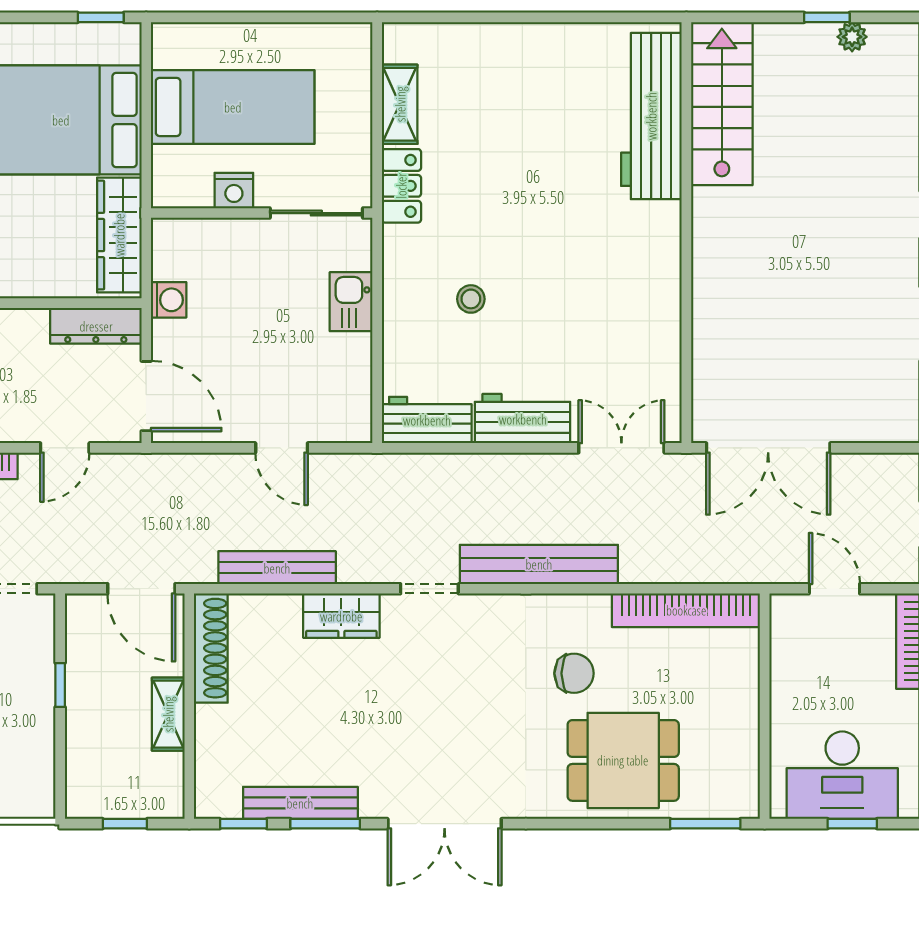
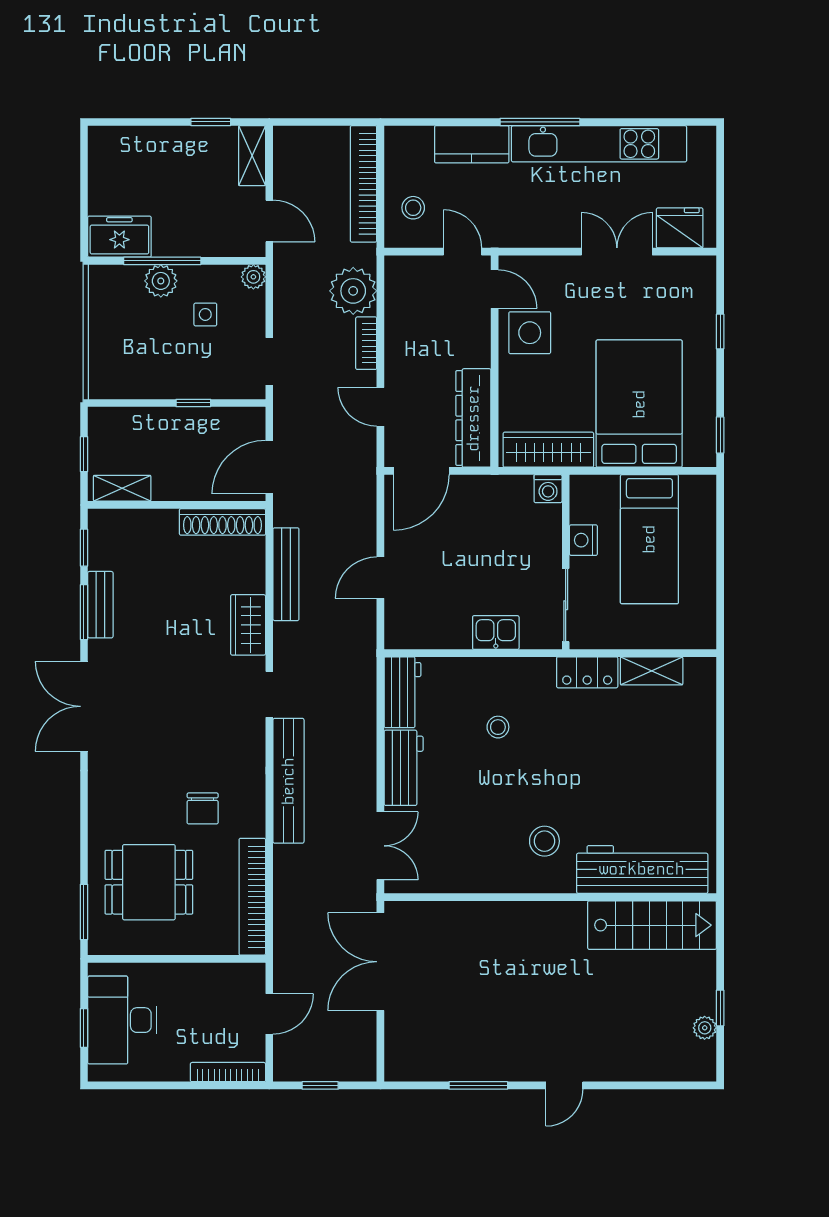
stool: (615, 240) -> (544, 841), added
washing machine: (169, 300) -> (548, 489), moved
dresser: (96, 326) -> (473, 418), width x1.37, depth x1.24
shelving: (168, 714) -> (122, 488), moved
dining table: (623, 760) -> (149, 882), moved, turned 90
bench: (300, 803) -> (100, 605), width x0.73

